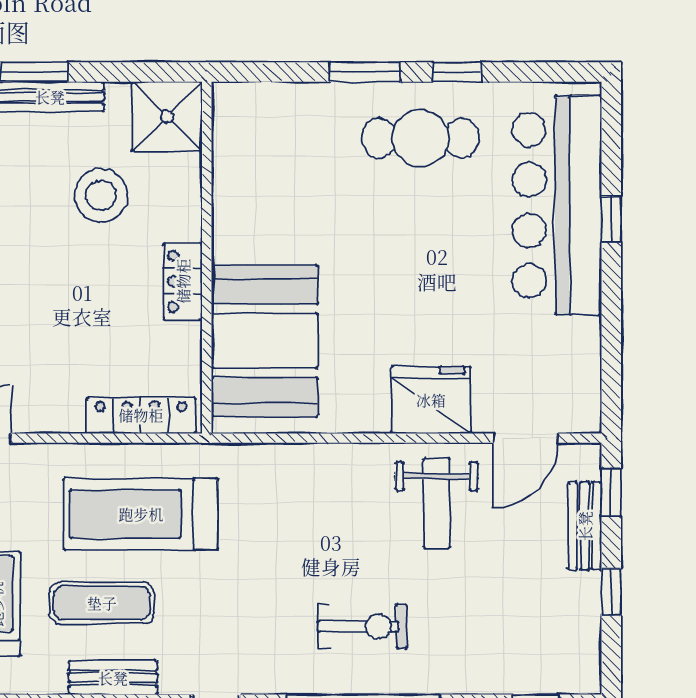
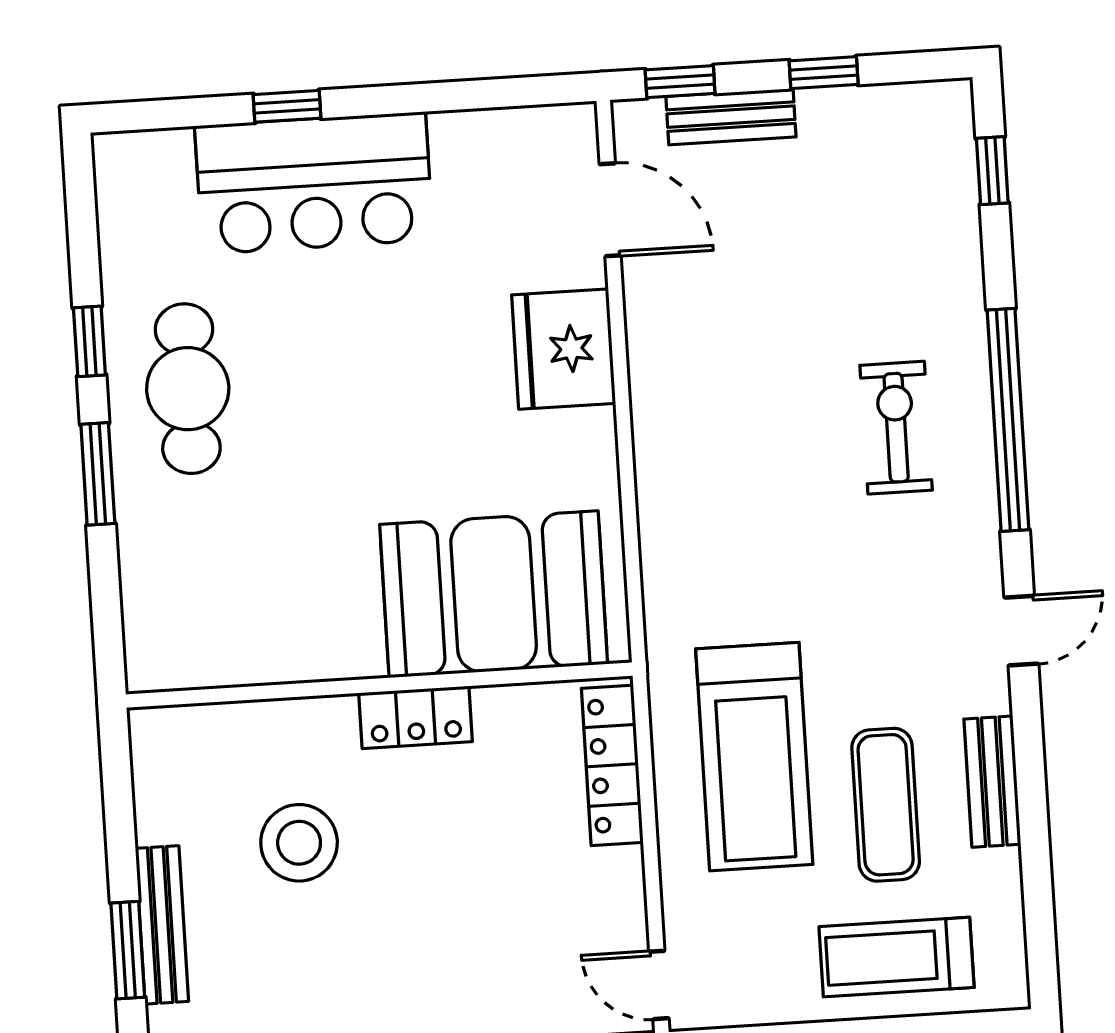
shower: (167, 116) -> (180, 755), removed
bar counter: (557, 205) -> (314, 183), width x0.73
weight bench: (437, 503) -> (712, 332), removed

